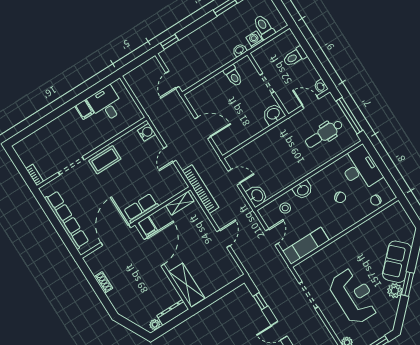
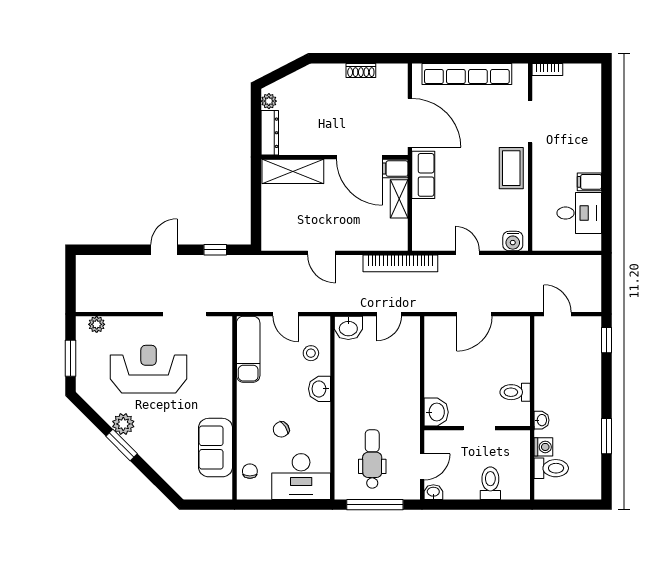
shelving: (180, 203) -> (399, 199), moved
sofa: (397, 262) -> (216, 448), moved, turned -135
reception desk: (354, 296) -> (149, 369), turned 180

